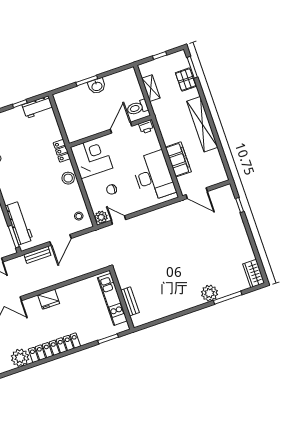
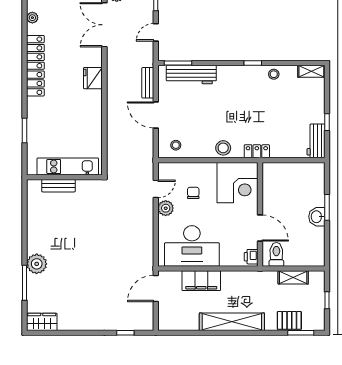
plant: (101, 217) -> (166, 208), moved
kitchen unit: (112, 299) -> (68, 166), moved
wall: (122, 299) -> (64, 177), moved
bench: (130, 301) -> (58, 186), moved
plant: (20, 358) -> (32, 18), width x0.53, depth x0.53

